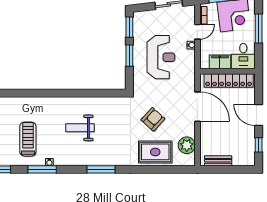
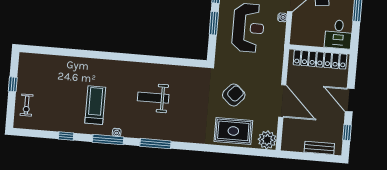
filing cabinet: (220, 62) -> (312, 38), removed
door: (197, 107) -> (282, 101), moved
plant: (187, 145) -> (267, 140), moved
bench: (218, 161) -> (319, 148), moved
window: (101, 169) -> (155, 144), moved

